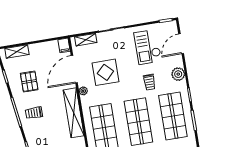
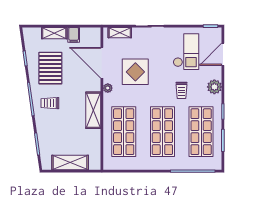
filing cabinet: (64, 45) -> (74, 35), moved
checkout: (148, 47) -> (186, 52), turned 180
shelving: (17, 52) -> (54, 33), moved
door: (74, 69) -> (102, 63), hinge flipped
pallet: (29, 82) -> (50, 68), width x1.50, depth x1.42
shelving: (74, 113) -> (93, 110), width x0.68

